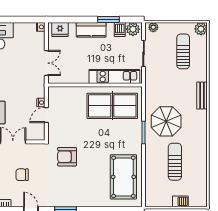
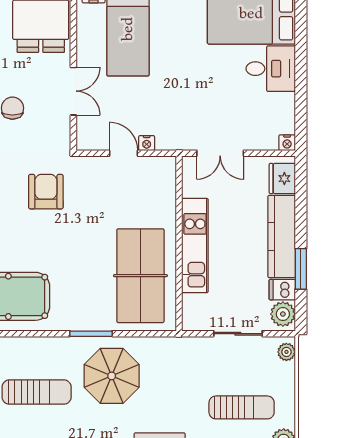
kitchen counter: (91, 30) -> (282, 237), width x1.50
kitchen unit: (114, 76) -> (195, 246), moved

